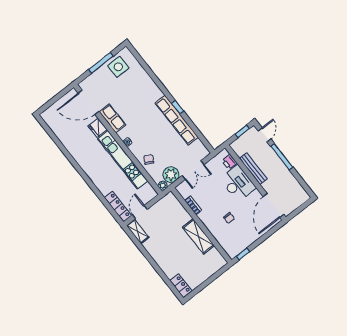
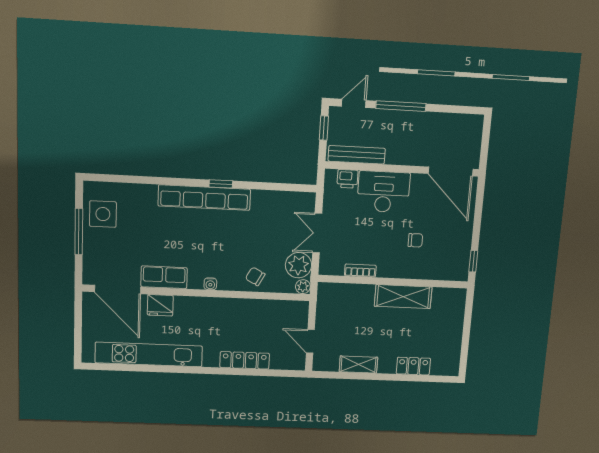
door: (89, 102) -> (118, 289), hinge flipped
row of seats: (177, 120) -> (204, 198), moved
door: (265, 135) -> (354, 103), hinge flipped
kitchen unit: (123, 160) -> (149, 354), moved, turned 180
bench: (253, 169) -> (357, 155), moved
double door: (193, 170) -> (317, 233), swing flipped
locker: (118, 207) -> (245, 360), moved
shelving: (138, 231) -> (358, 364), moved
locker: (181, 286) -> (413, 366), moved

